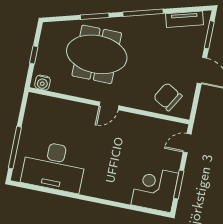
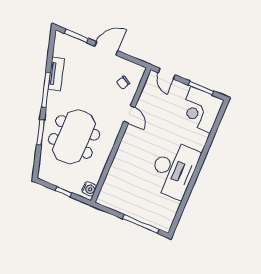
tv unit: (185, 19) -> (56, 74), moved
chair: (168, 97) -> (123, 83), width x0.54, depth x0.54
door: (109, 106) -> (129, 114), moved
desk: (54, 166) -> (174, 170), moved

